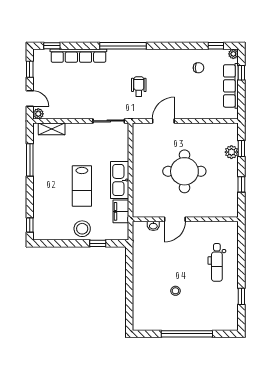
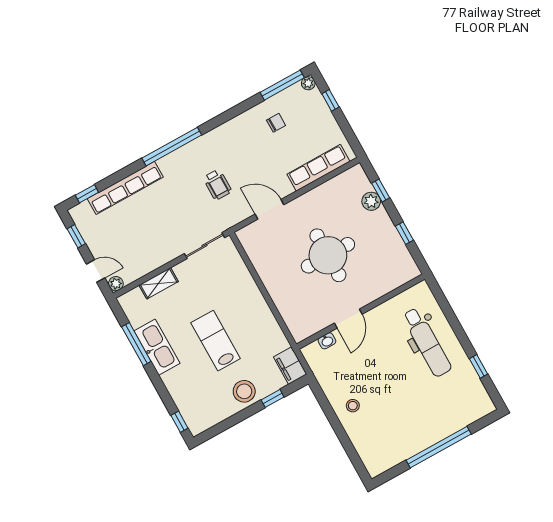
window: (216, 46) -> (282, 85), width x2.17
wheelchair: (139, 86) -> (217, 185), turned 180
row of seats: (231, 86) -> (318, 168), moved, turned 90
door: (163, 121) -> (270, 209), hinge flipped
shelving: (52, 129) -> (159, 283), moved
kitchen sink: (120, 180) -> (157, 347), moved, turned 180
lab bench: (82, 186) -> (216, 341), turned 180
filing cabinet: (121, 211) -> (290, 366), moved
dental chair: (217, 262) -> (427, 342), width x1.36, depth x1.38
stool: (175, 291) -> (353, 406), moved

